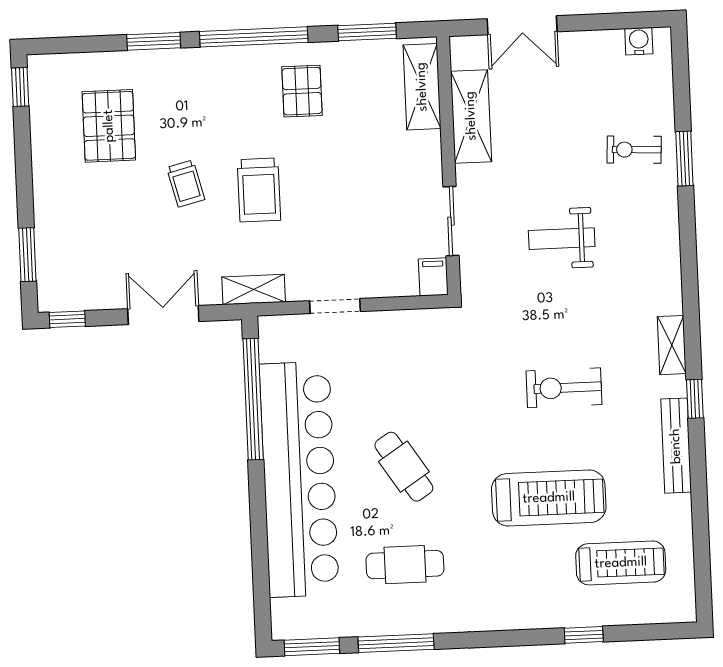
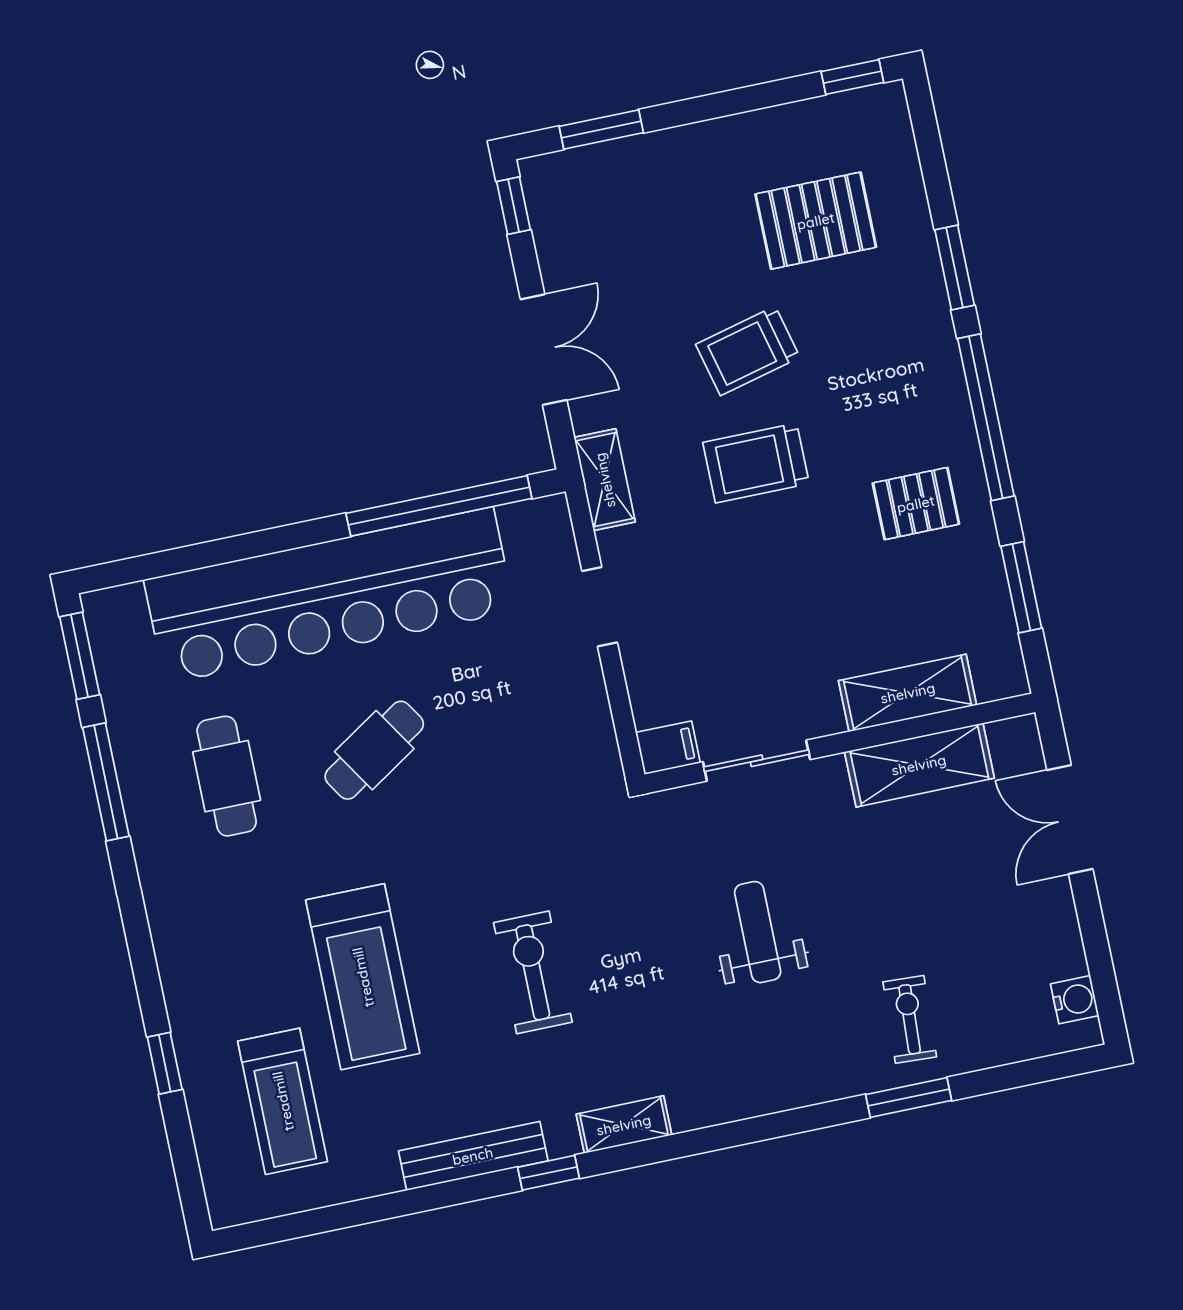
shelving: (422, 87) -> (908, 693), moved
trolley: (186, 183) -> (748, 351), width x1.36, depth x1.39

